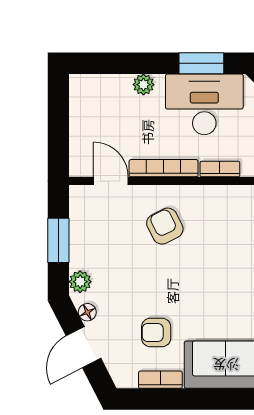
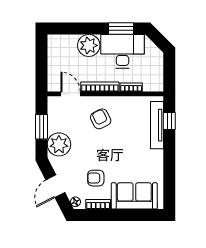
plant: (143, 85) -> (89, 45), width x1.87, depth x1.87
plant: (80, 282) -> (59, 144), width x1.87, depth x1.87
floor lamp: (87, 312) -> (75, 202), moved

